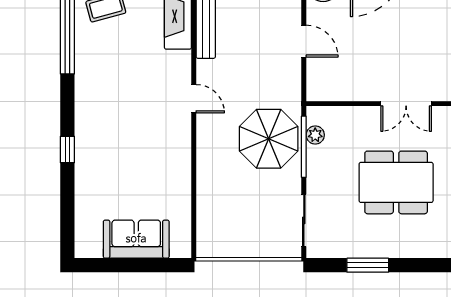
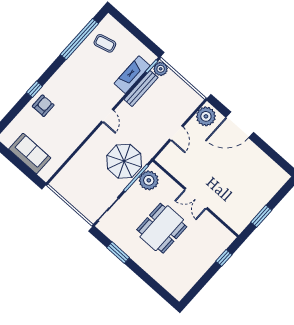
plant: (315, 135) -> (149, 180), width x1.87, depth x1.87
armchair: (98, 161) -> (43, 106), added
dining table: (396, 182) -> (162, 228), turned 90

